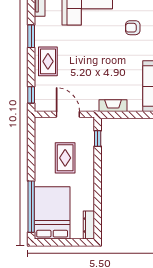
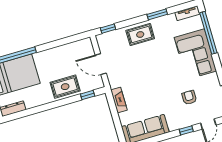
door: (68, 114) -> (101, 64), swing flipped
rug: (65, 158) -> (65, 87), moved

